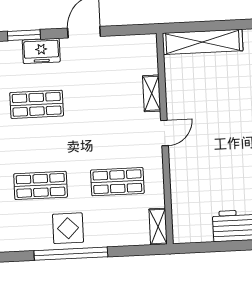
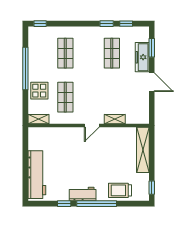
freezer: (41, 51) -> (142, 57), width x1.40
door: (164, 133) -> (92, 125), hinge flipped
display table: (68, 228) -> (39, 91), moved

